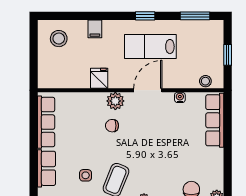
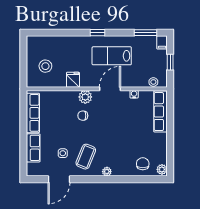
window: (145, 16) -> (98, 33), moved
filing cabinet: (95, 29) -> (162, 42), moved
stool: (59, 39) -> (45, 66), moved

